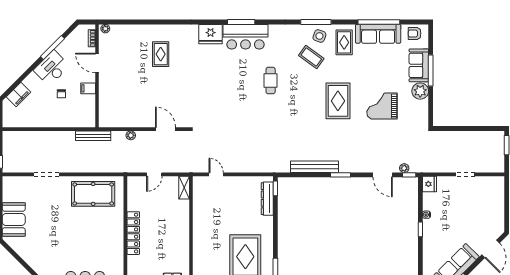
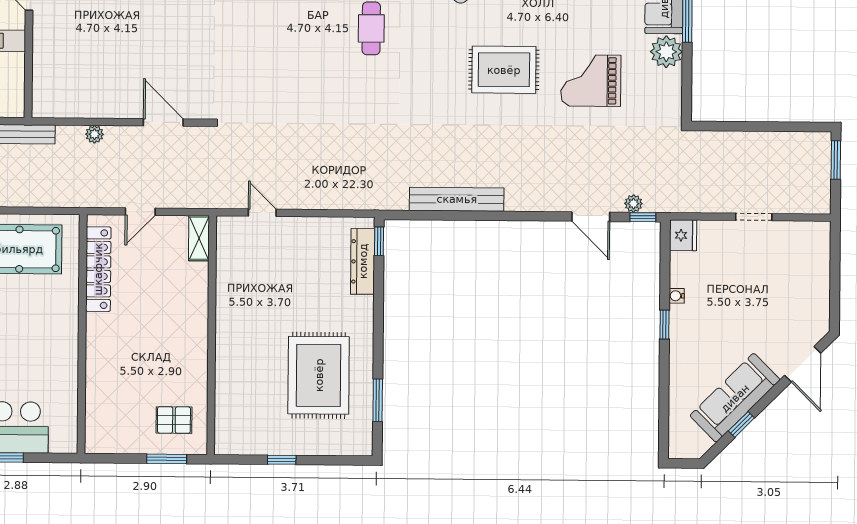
rug: (338, 101) -> (504, 70), turned 90
window: (340, 175) -> (508, 216), removed
locker: (133, 233) -> (98, 269), moved

